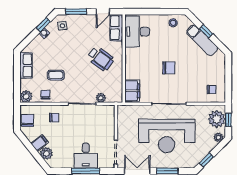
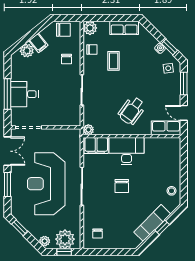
desk: (137, 32) -> (127, 151), moved
plant: (101, 98) -> (88, 130), moved

